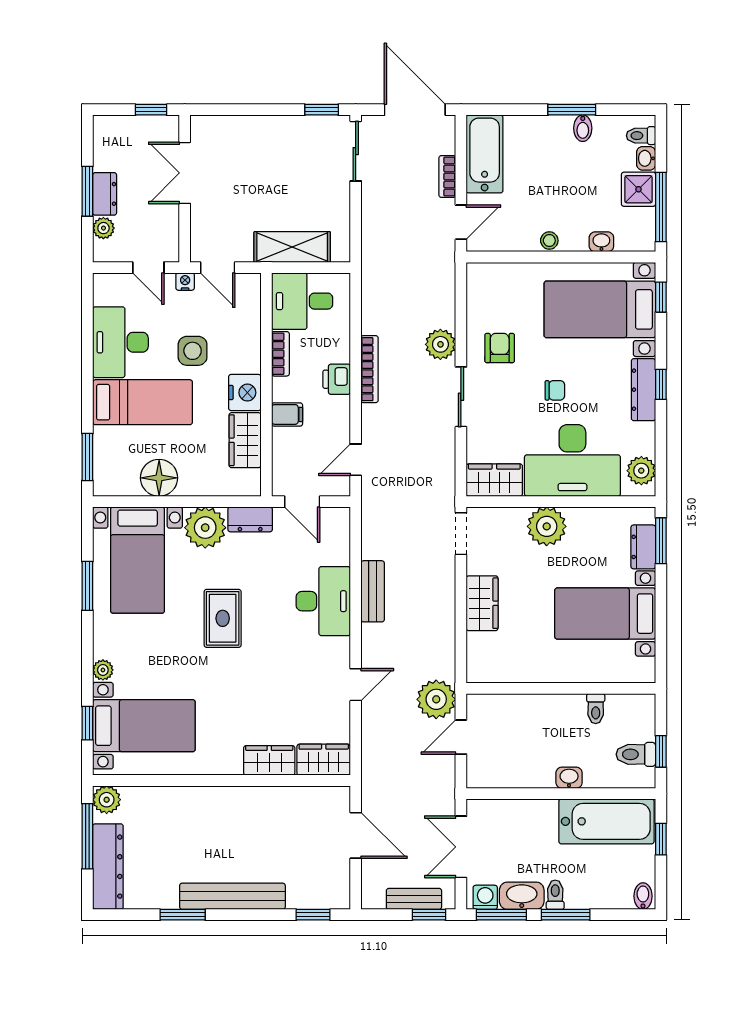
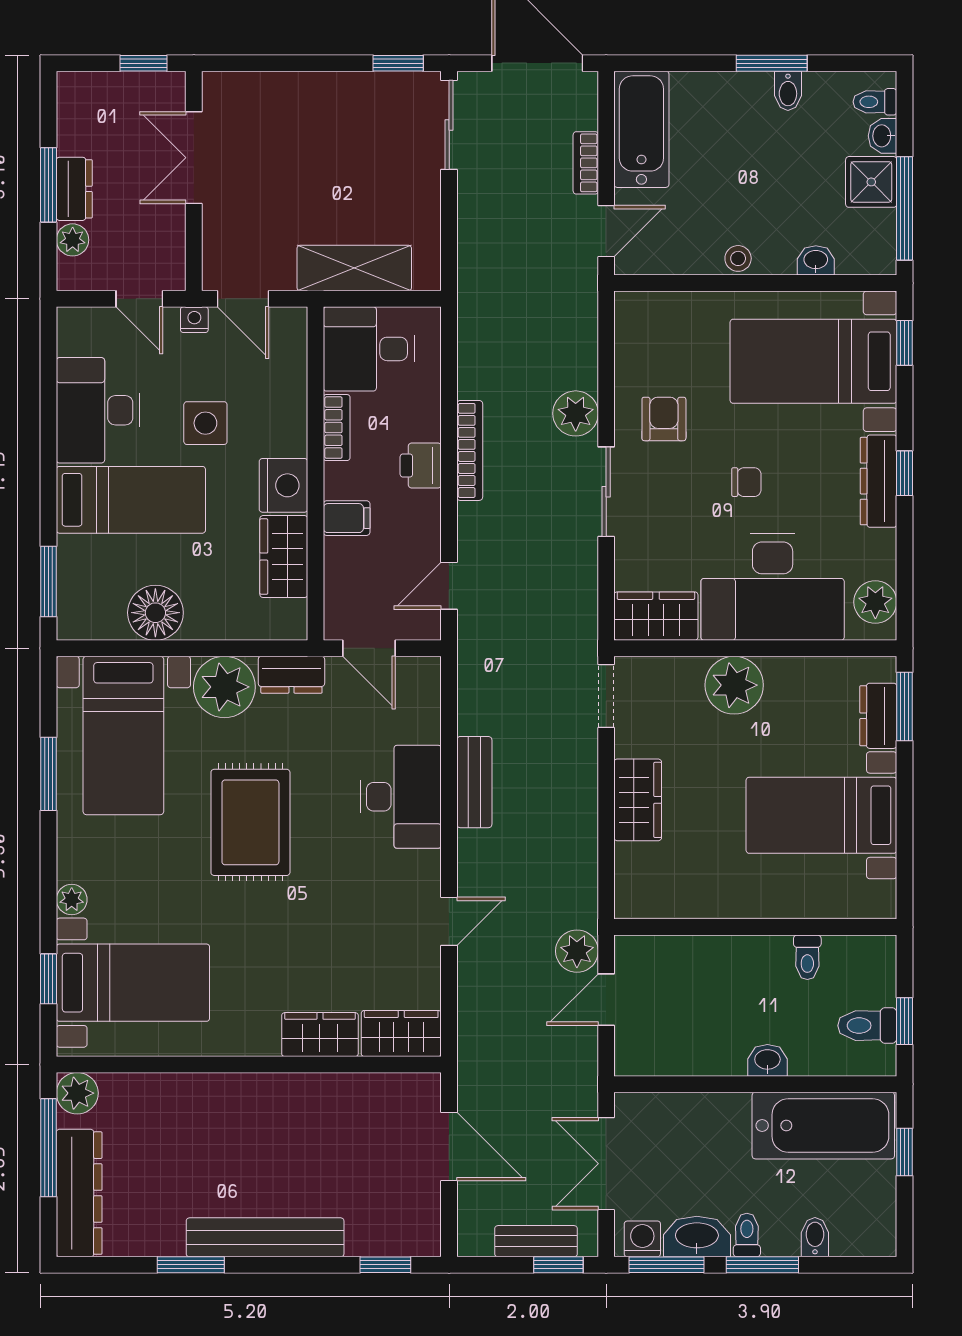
rug: (223, 618) -> (250, 822), width x1.36, depth x1.43
plant: (436, 699) -> (577, 951), width x0.73, depth x0.73
bidet: (643, 896) -> (815, 1237), moved

